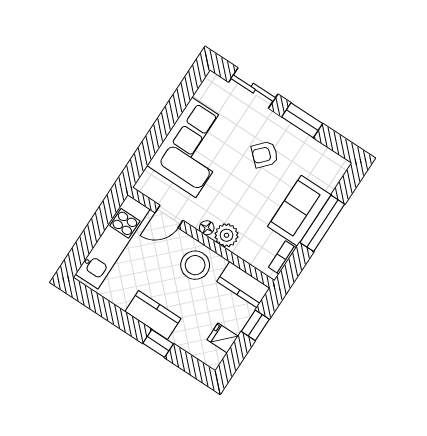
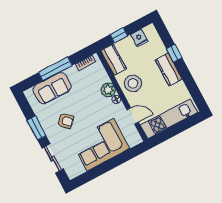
sofa: (299, 211) -> (52, 88), moved

